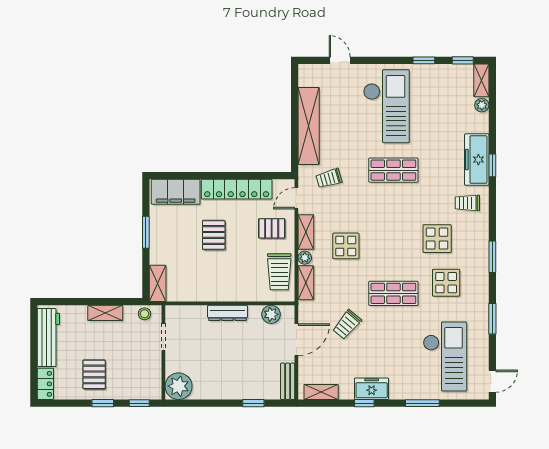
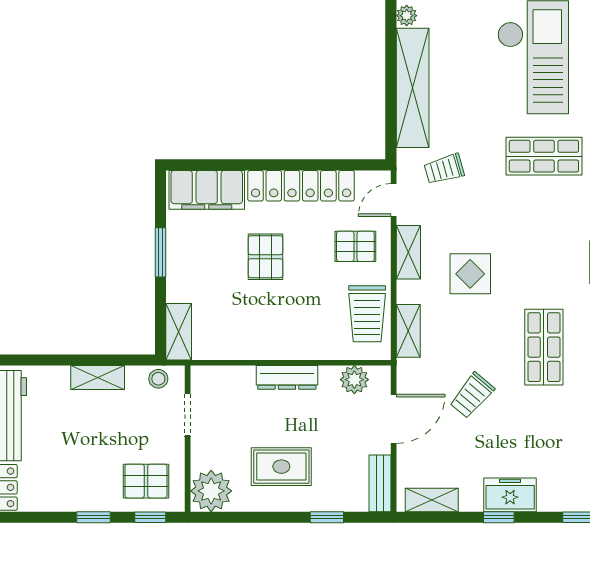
plant: (305, 258) -> (407, 16), moved
shop shelf: (393, 293) -> (544, 347), turned 90
rug: (224, 370) -> (281, 467), added
pallet: (94, 374) -> (146, 481), moved, turned 90

